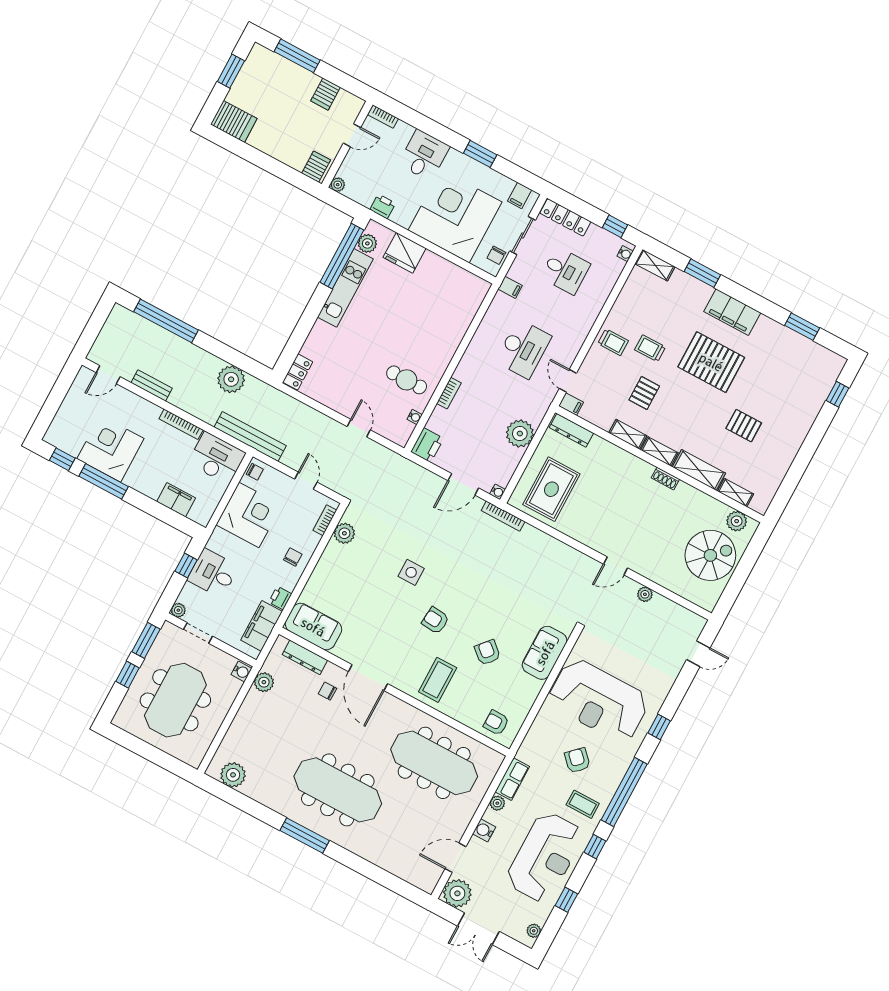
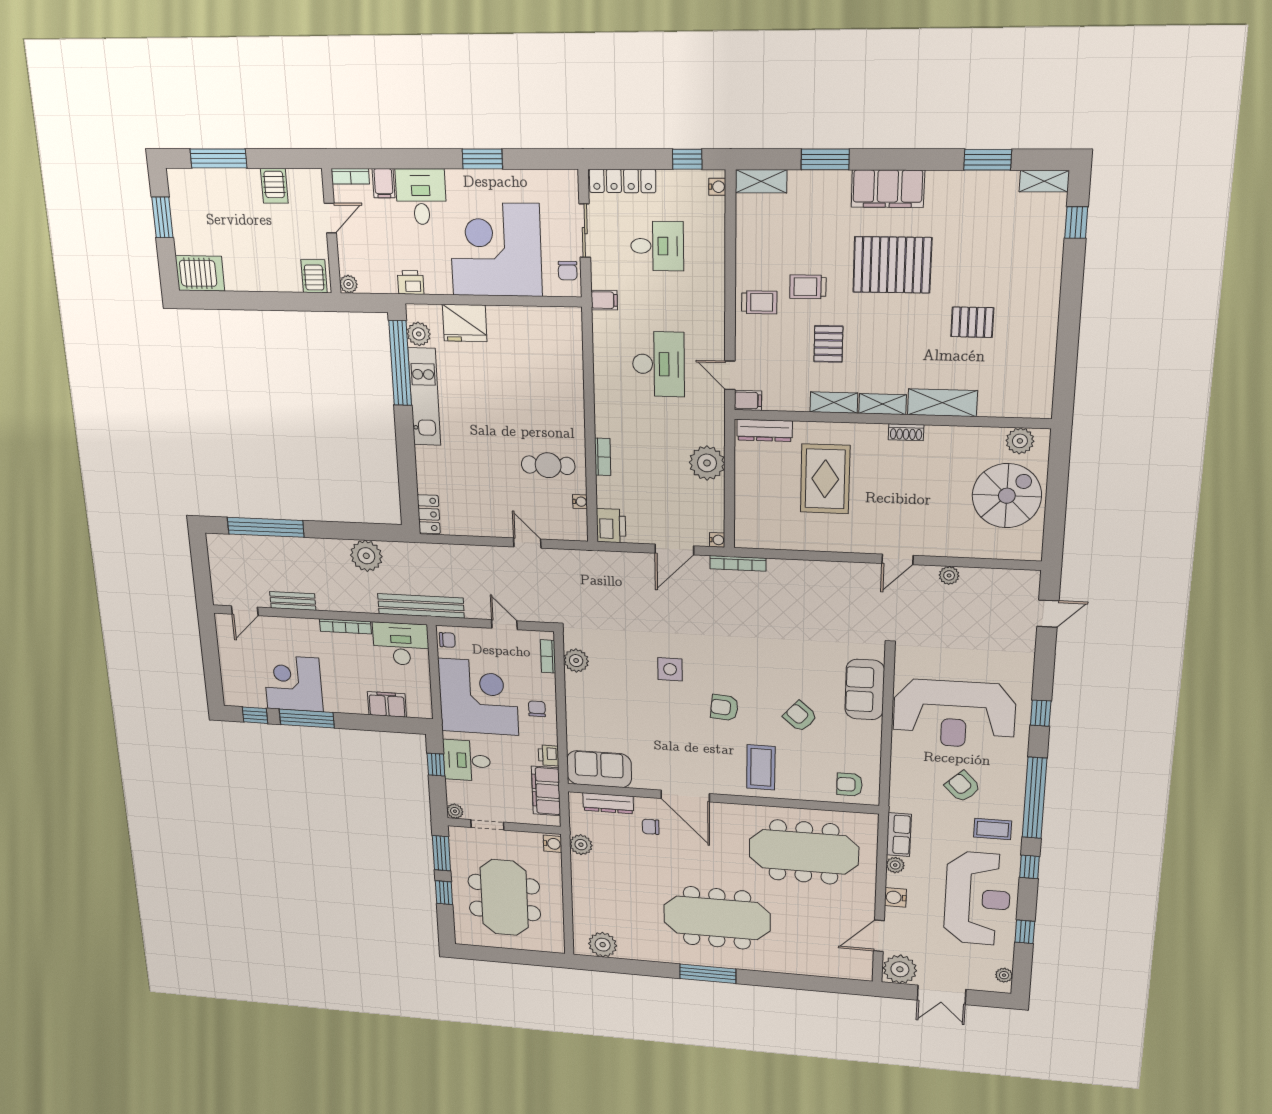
filing cabinet: (520, 195) -> (384, 183), moved
rug: (551, 489) -> (825, 479), moved
shelving: (736, 493) -> (1044, 181), moved
corner desk: (249, 515) -> (478, 697), width x1.36, depth x1.36

